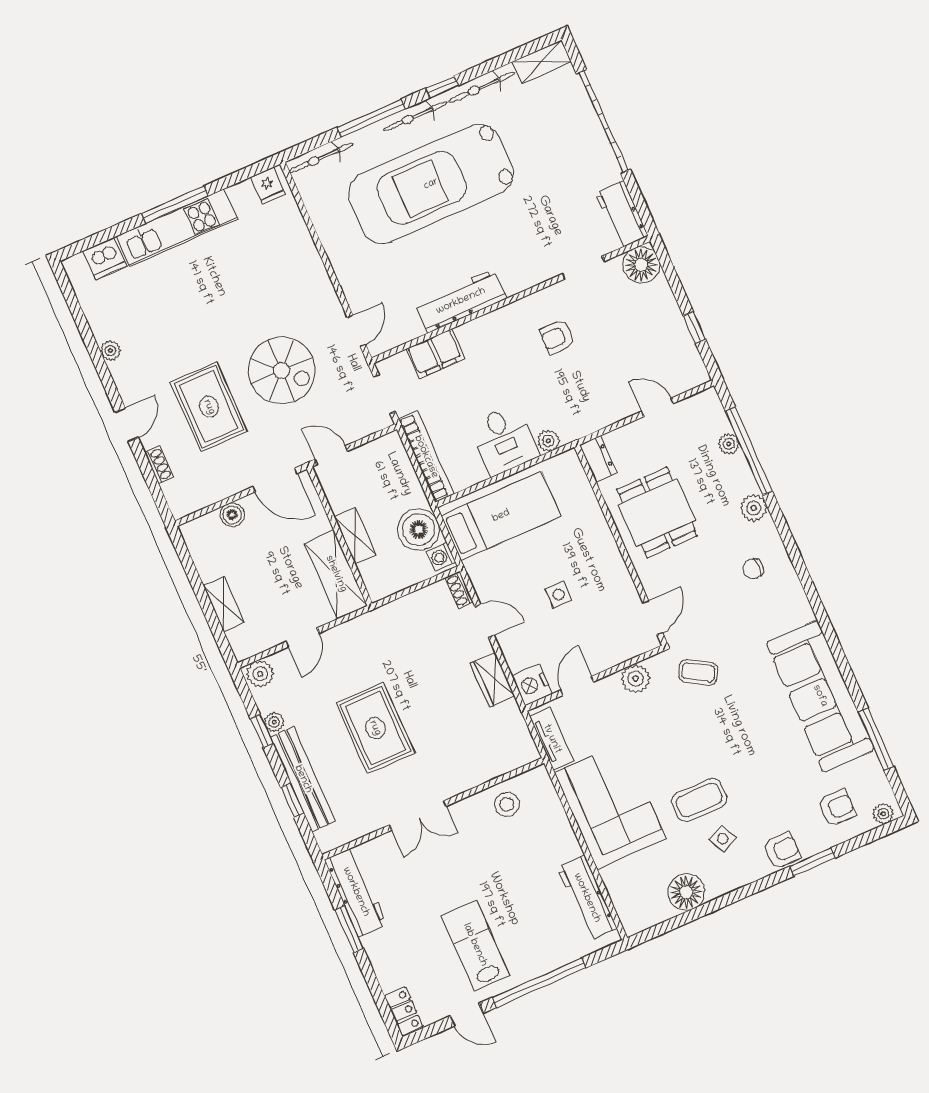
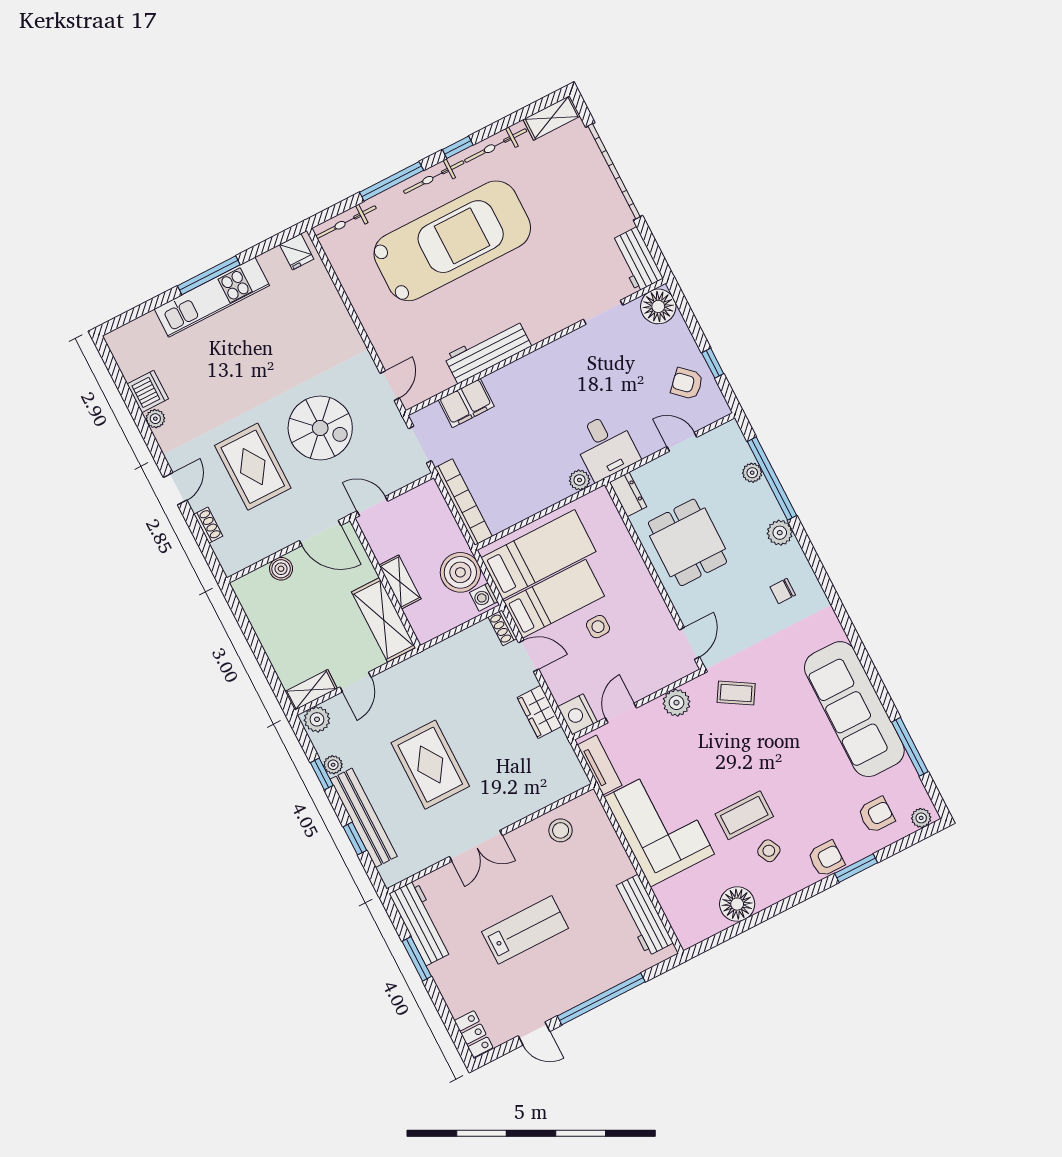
car: (431, 184) -> (452, 241), turned 180
dishwasher: (105, 258) -> (148, 391), moved, turned -90
armchair: (557, 337) -> (687, 384), moved, turned 43
desk: (504, 440) -> (606, 446), moved
bed: (514, 563) -> (554, 599), added
shelving: (224, 604) -> (311, 690), moved, turned 90
lab bench: (475, 945) -> (525, 930), moved, turned 90

